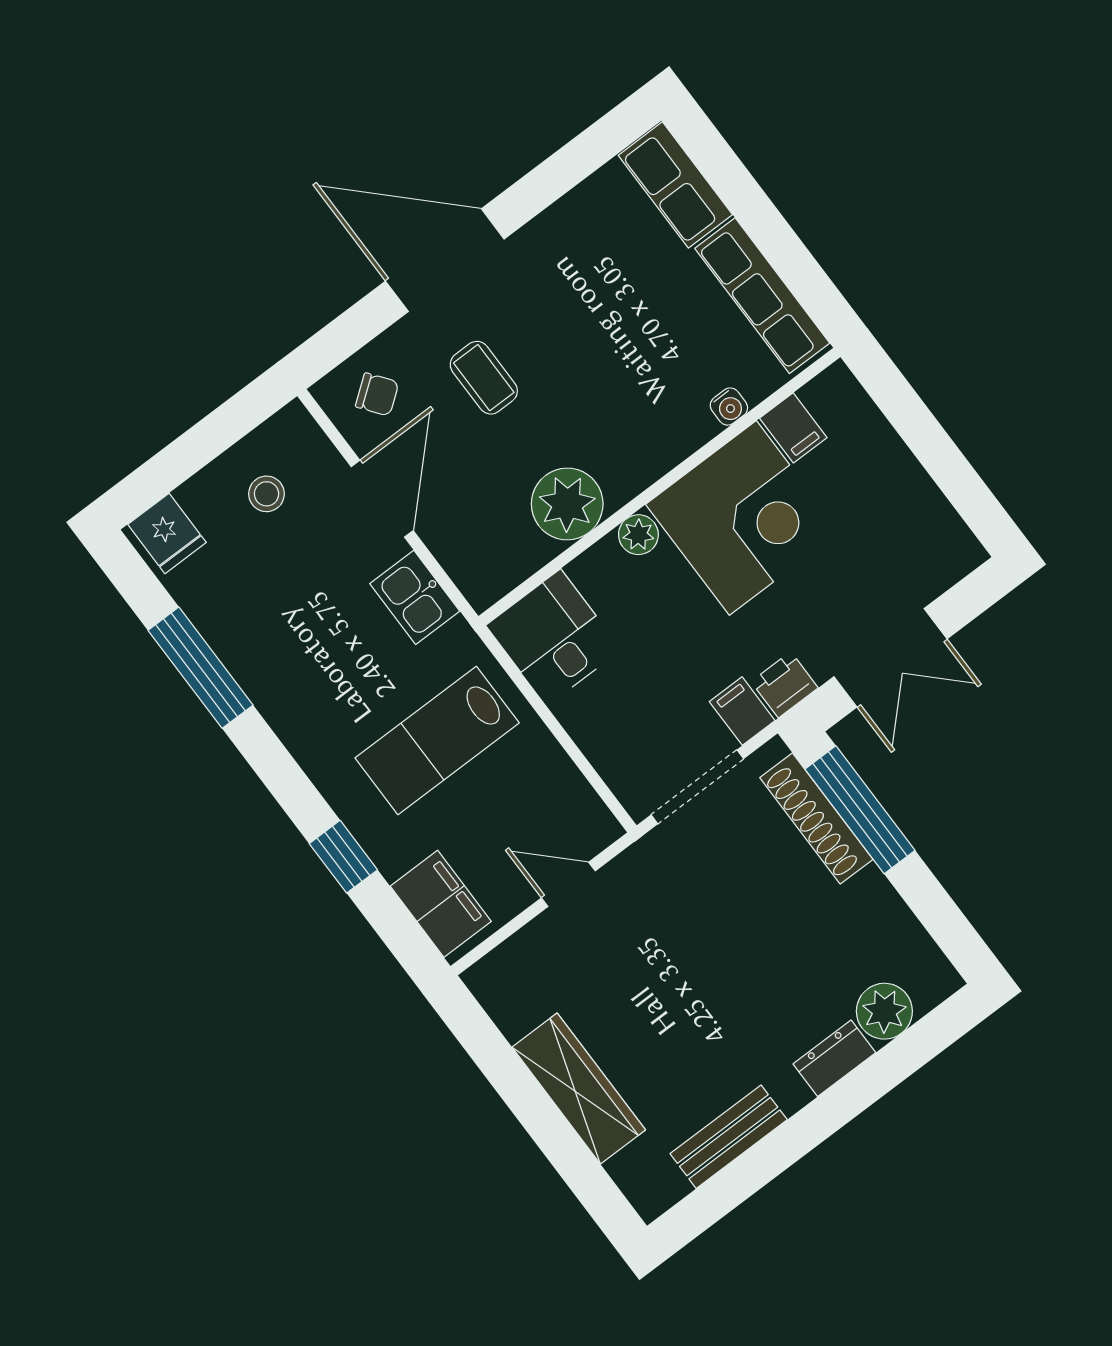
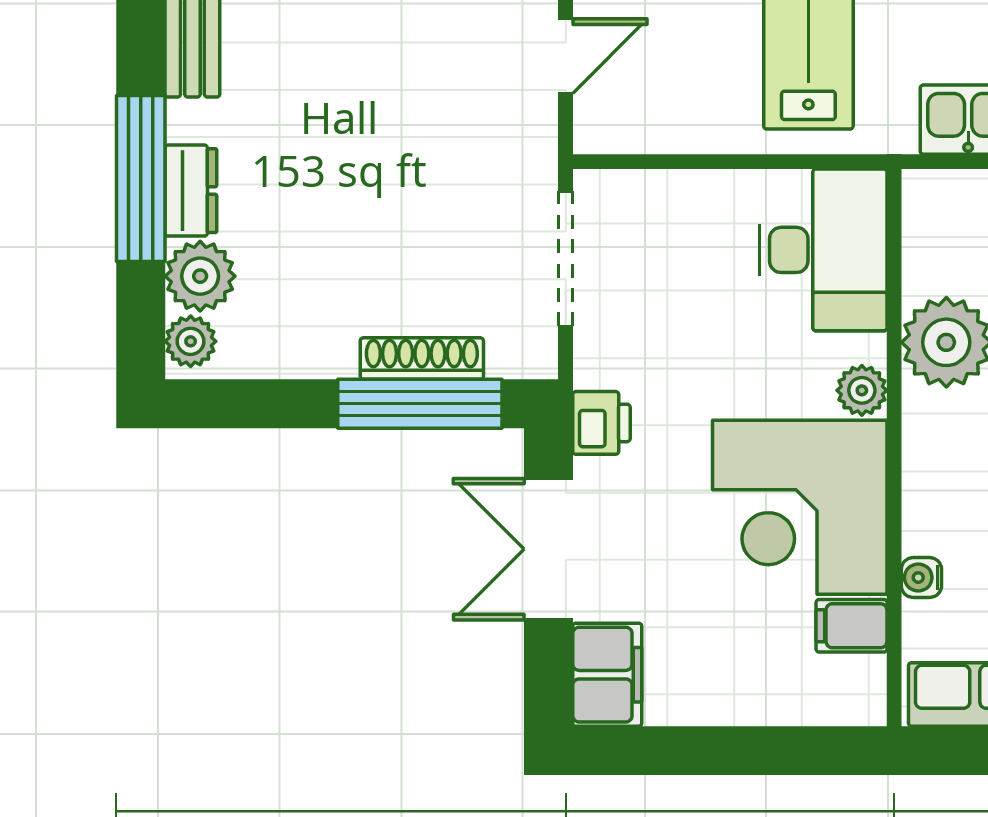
desk: (554, 638) -> (823, 250), width x1.37
filing cabinet: (742, 711) -> (607, 675), moved, width x2.00
shoe rack: (816, 818) -> (422, 359), width x0.74, depth x0.81
plant: (931, 986) -> (191, 341), added
window: (851, 1096) -> (141, 178), added

